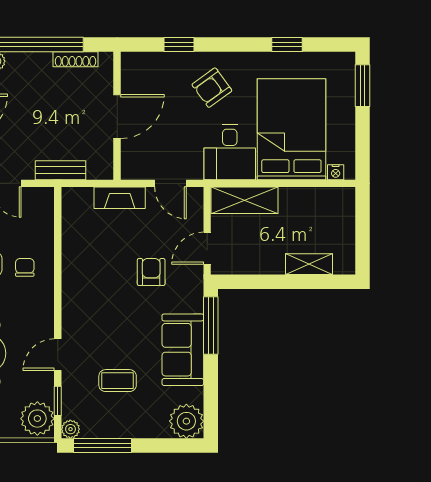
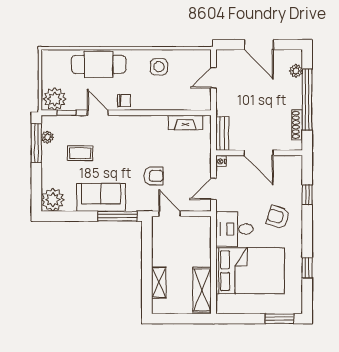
armchair: (212, 88) -> (278, 217), turned -37
bench: (60, 170) -> (222, 133), moved
nightstand: (336, 172) -> (221, 161), moved
fireplace: (120, 198) -> (185, 123), moved, turned -90
shelving: (244, 200) -> (202, 290), moved
chair: (25, 267) -> (124, 101), moved
coffee table: (118, 381) -> (80, 153), turned 90
plant: (70, 429) -> (47, 137), moved

